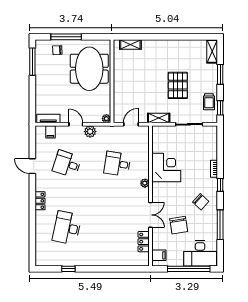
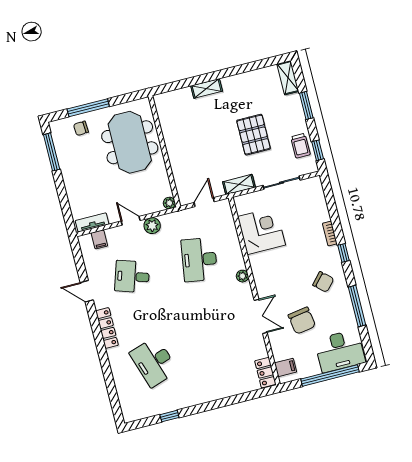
shelving: (130, 45) -> (207, 88), moved
desk: (117, 164) -> (199, 260), width x1.37
corner desk: (166, 168) -> (261, 231), moved
locker: (40, 201) -> (107, 328), width x1.53
desk: (67, 228) -> (154, 362), turned -30
locker: (144, 242) -> (265, 373), moved

